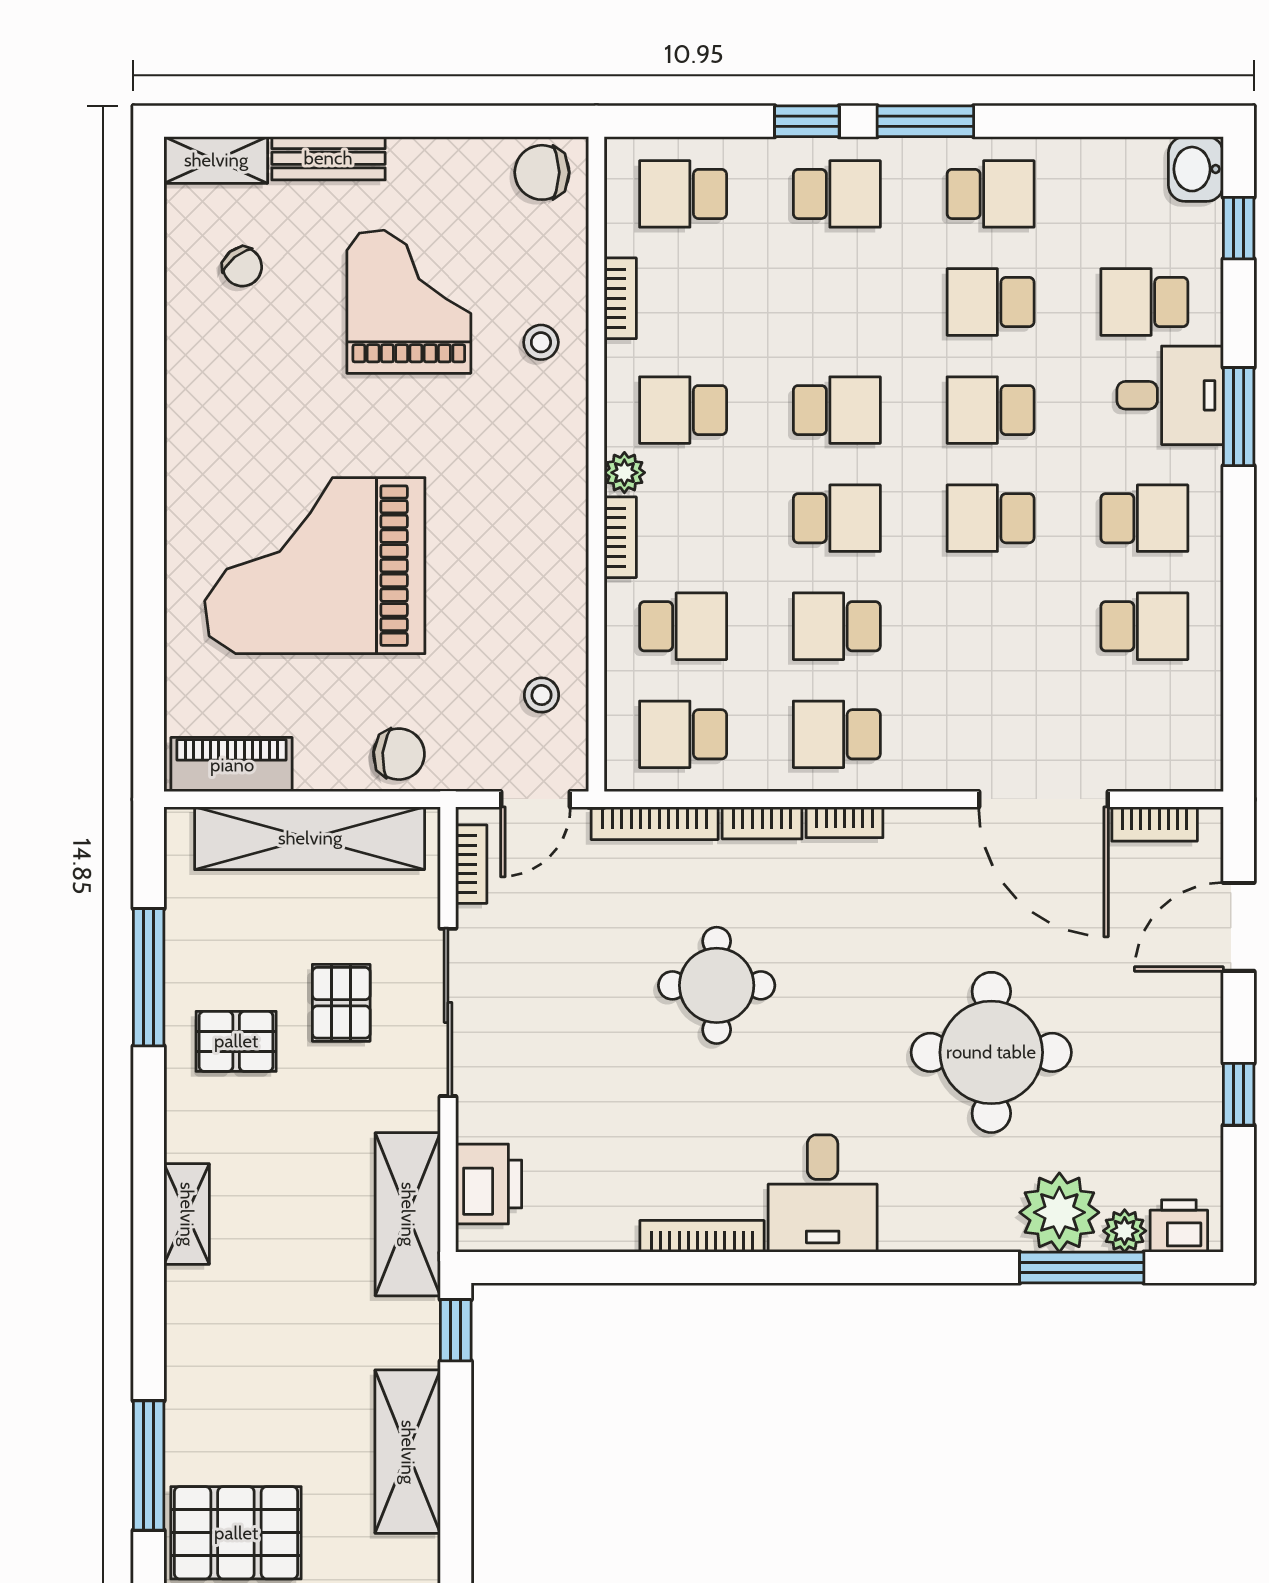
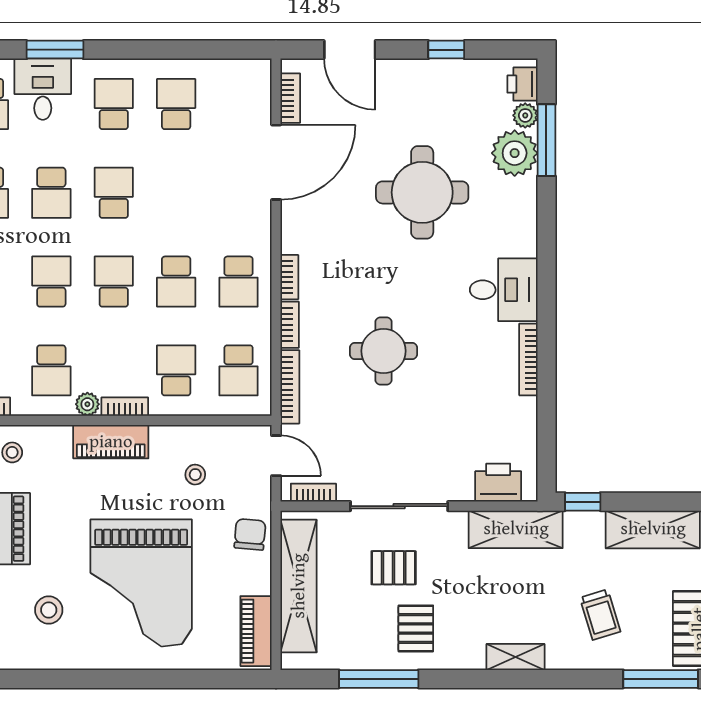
stool: (268, 406) -> (49, 610), added
piano: (560, 513) -> (111, 442), added
school desk: (991, 518) -> (114, 193), turned 180
stool: (542, 695) -> (195, 475), moved
trolley: (260, 1361) -> (600, 615), added

